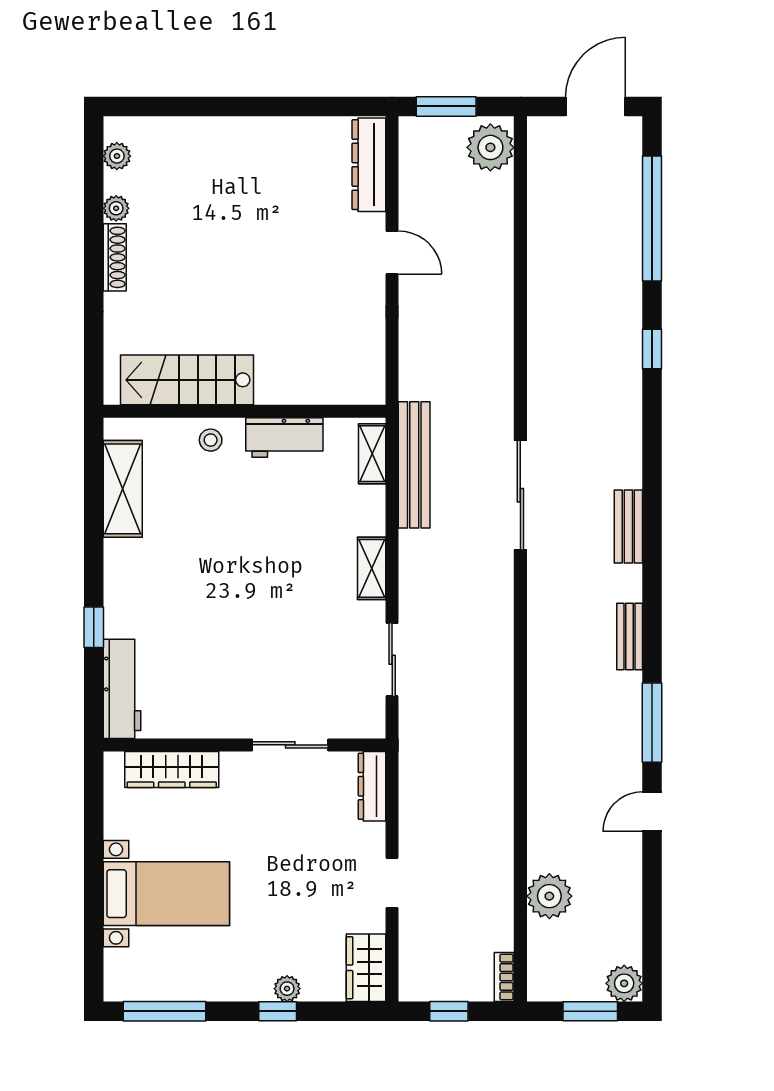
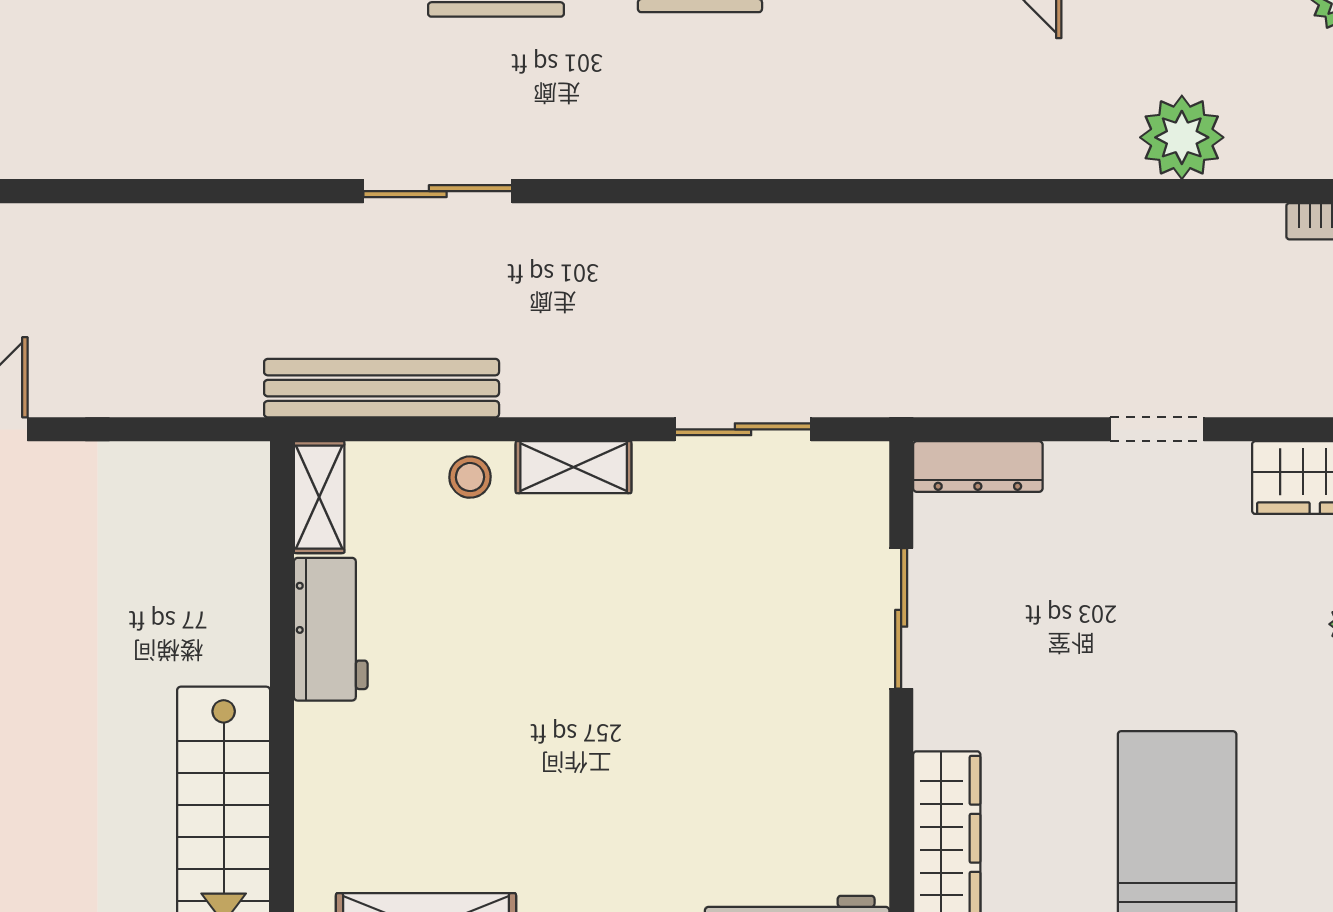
stool: (211, 440) -> (470, 477), moved
shelving: (372, 454) -> (319, 497), moved, turned 90
sliding door: (520, 495) -> (438, 191), width x0.73

